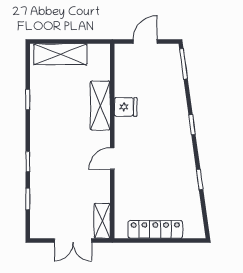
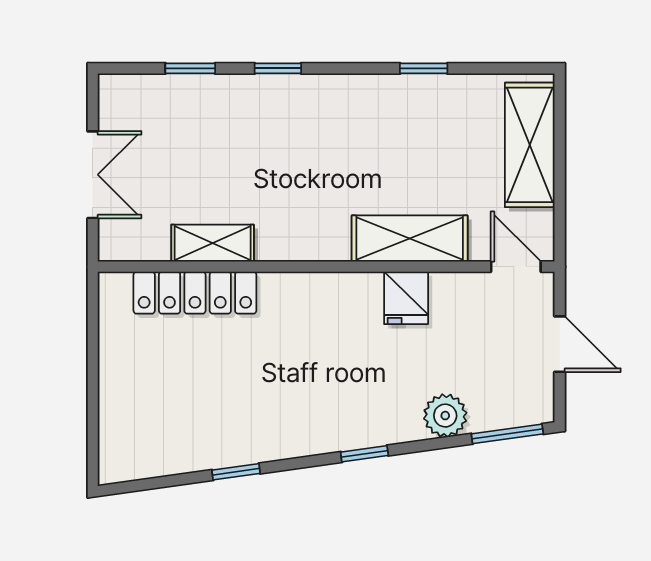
plant: (176, 90) -> (445, 416), added
door: (112, 159) -> (516, 267), moved
shelving: (102, 221) -> (213, 243), moved
locker: (155, 229) -> (195, 293), moved, turned 90
double door: (73, 240) -> (93, 175), swing flipped

